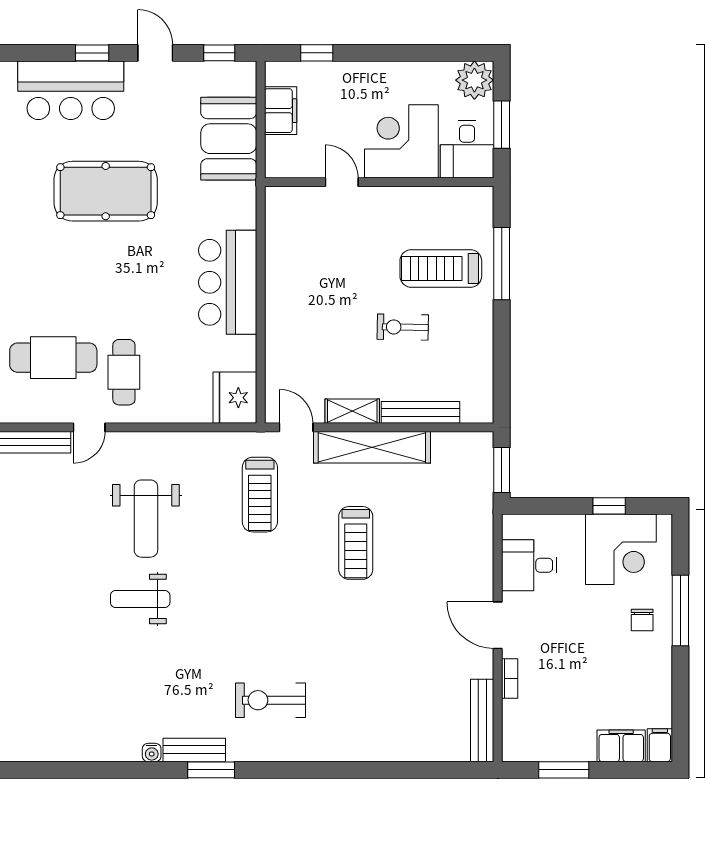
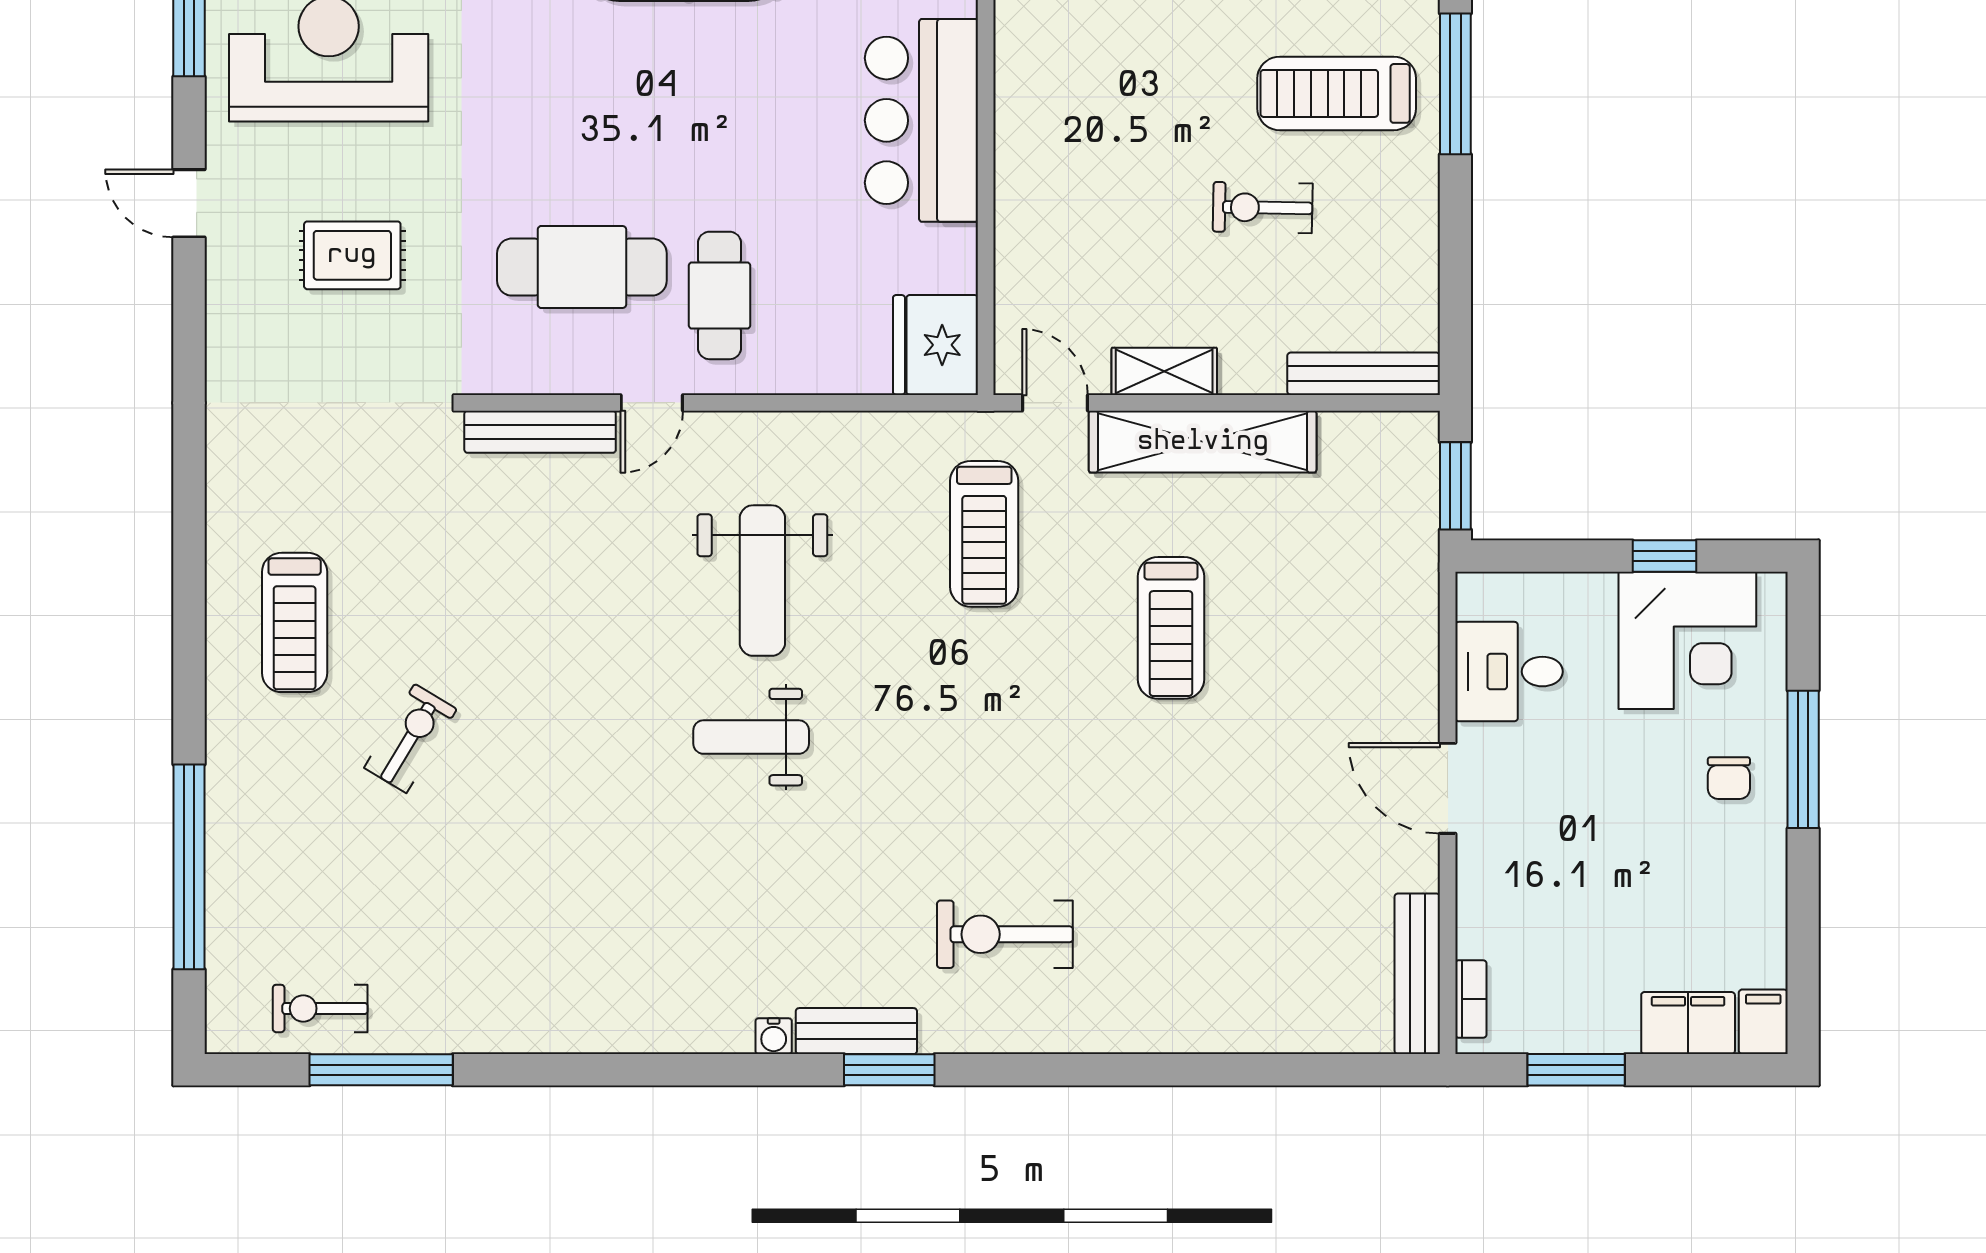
bench: (421, 412) -> (1364, 374), moved
bookcase: (510, 678) -> (1471, 999), moved

